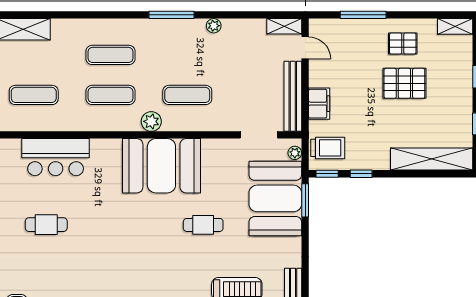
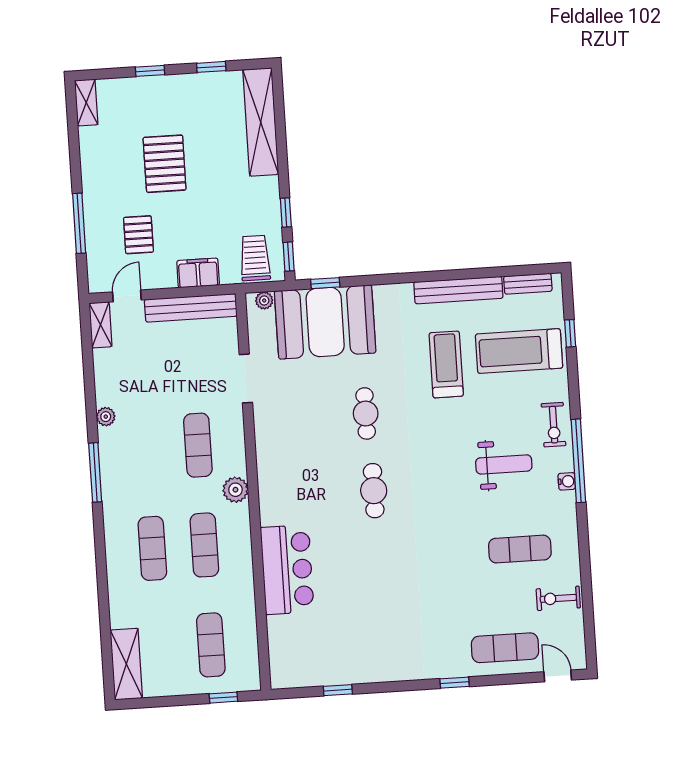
pallet: (403, 44) -> (138, 235), moved
doorway: (259, 135) -> (246, 379), moved
bar counter: (56, 157) -> (287, 570), moved
booth: (161, 166) -> (292, 473), removed
window: (305, 200) -> (325, 283), width x0.67
cafe table: (46, 225) -> (374, 491), moved

